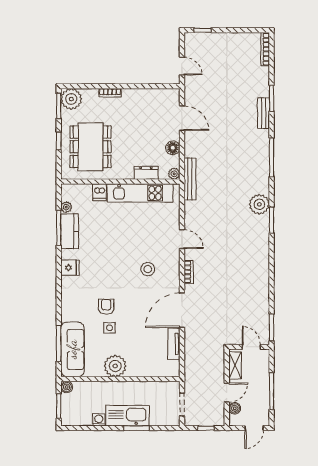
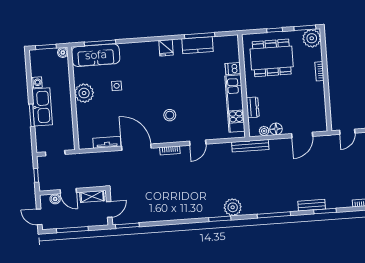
plant: (174, 174) -> (264, 131), moved
plant: (66, 207) -> (218, 41), removed
armchair: (106, 307) -> (135, 82), removed

